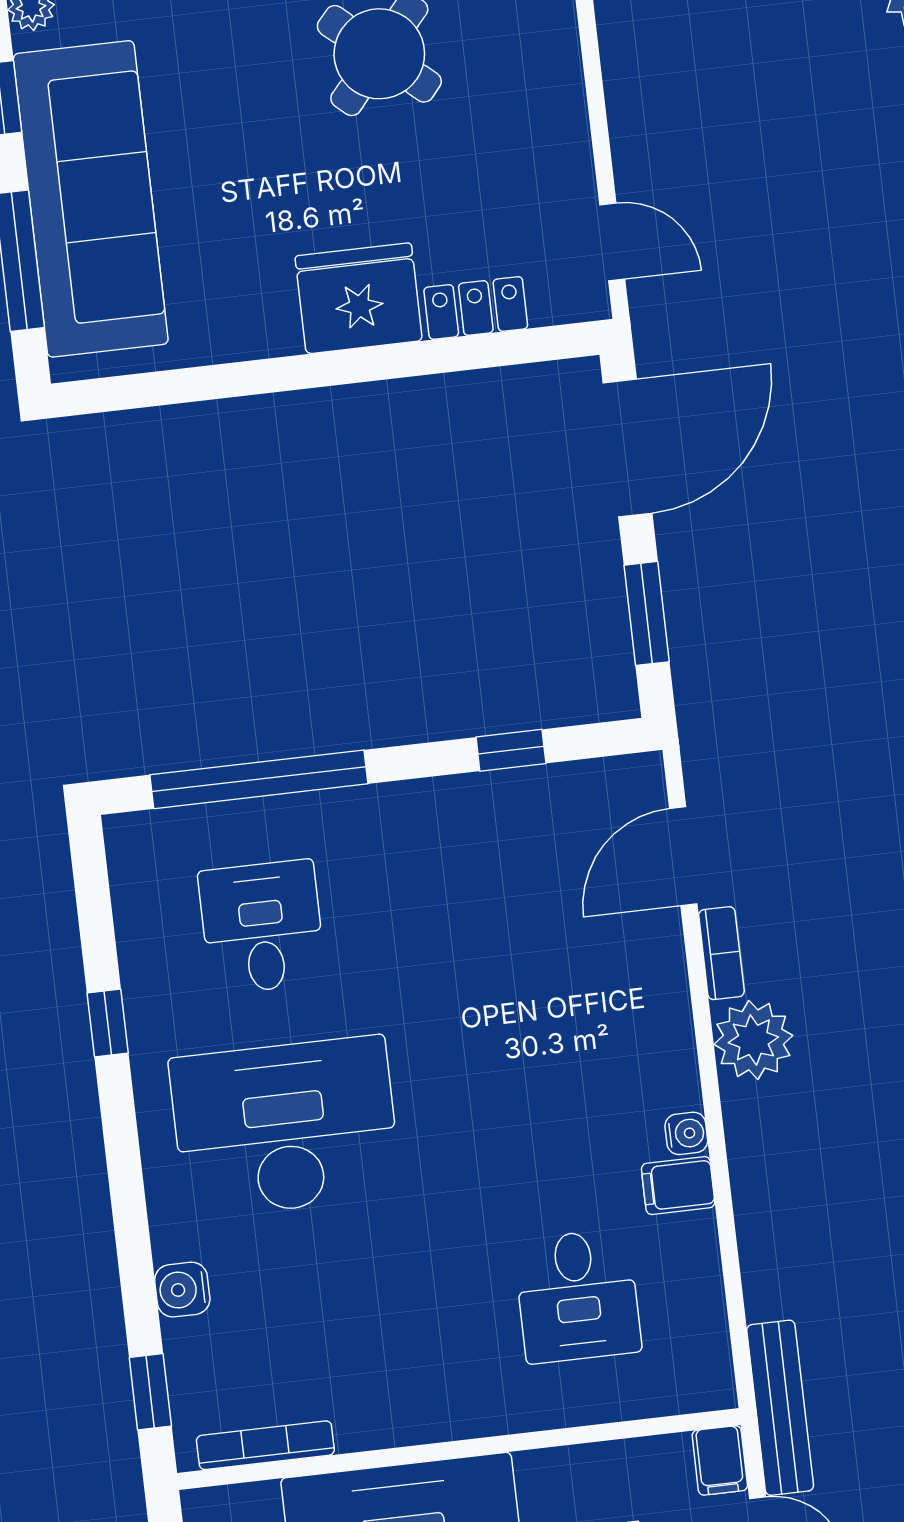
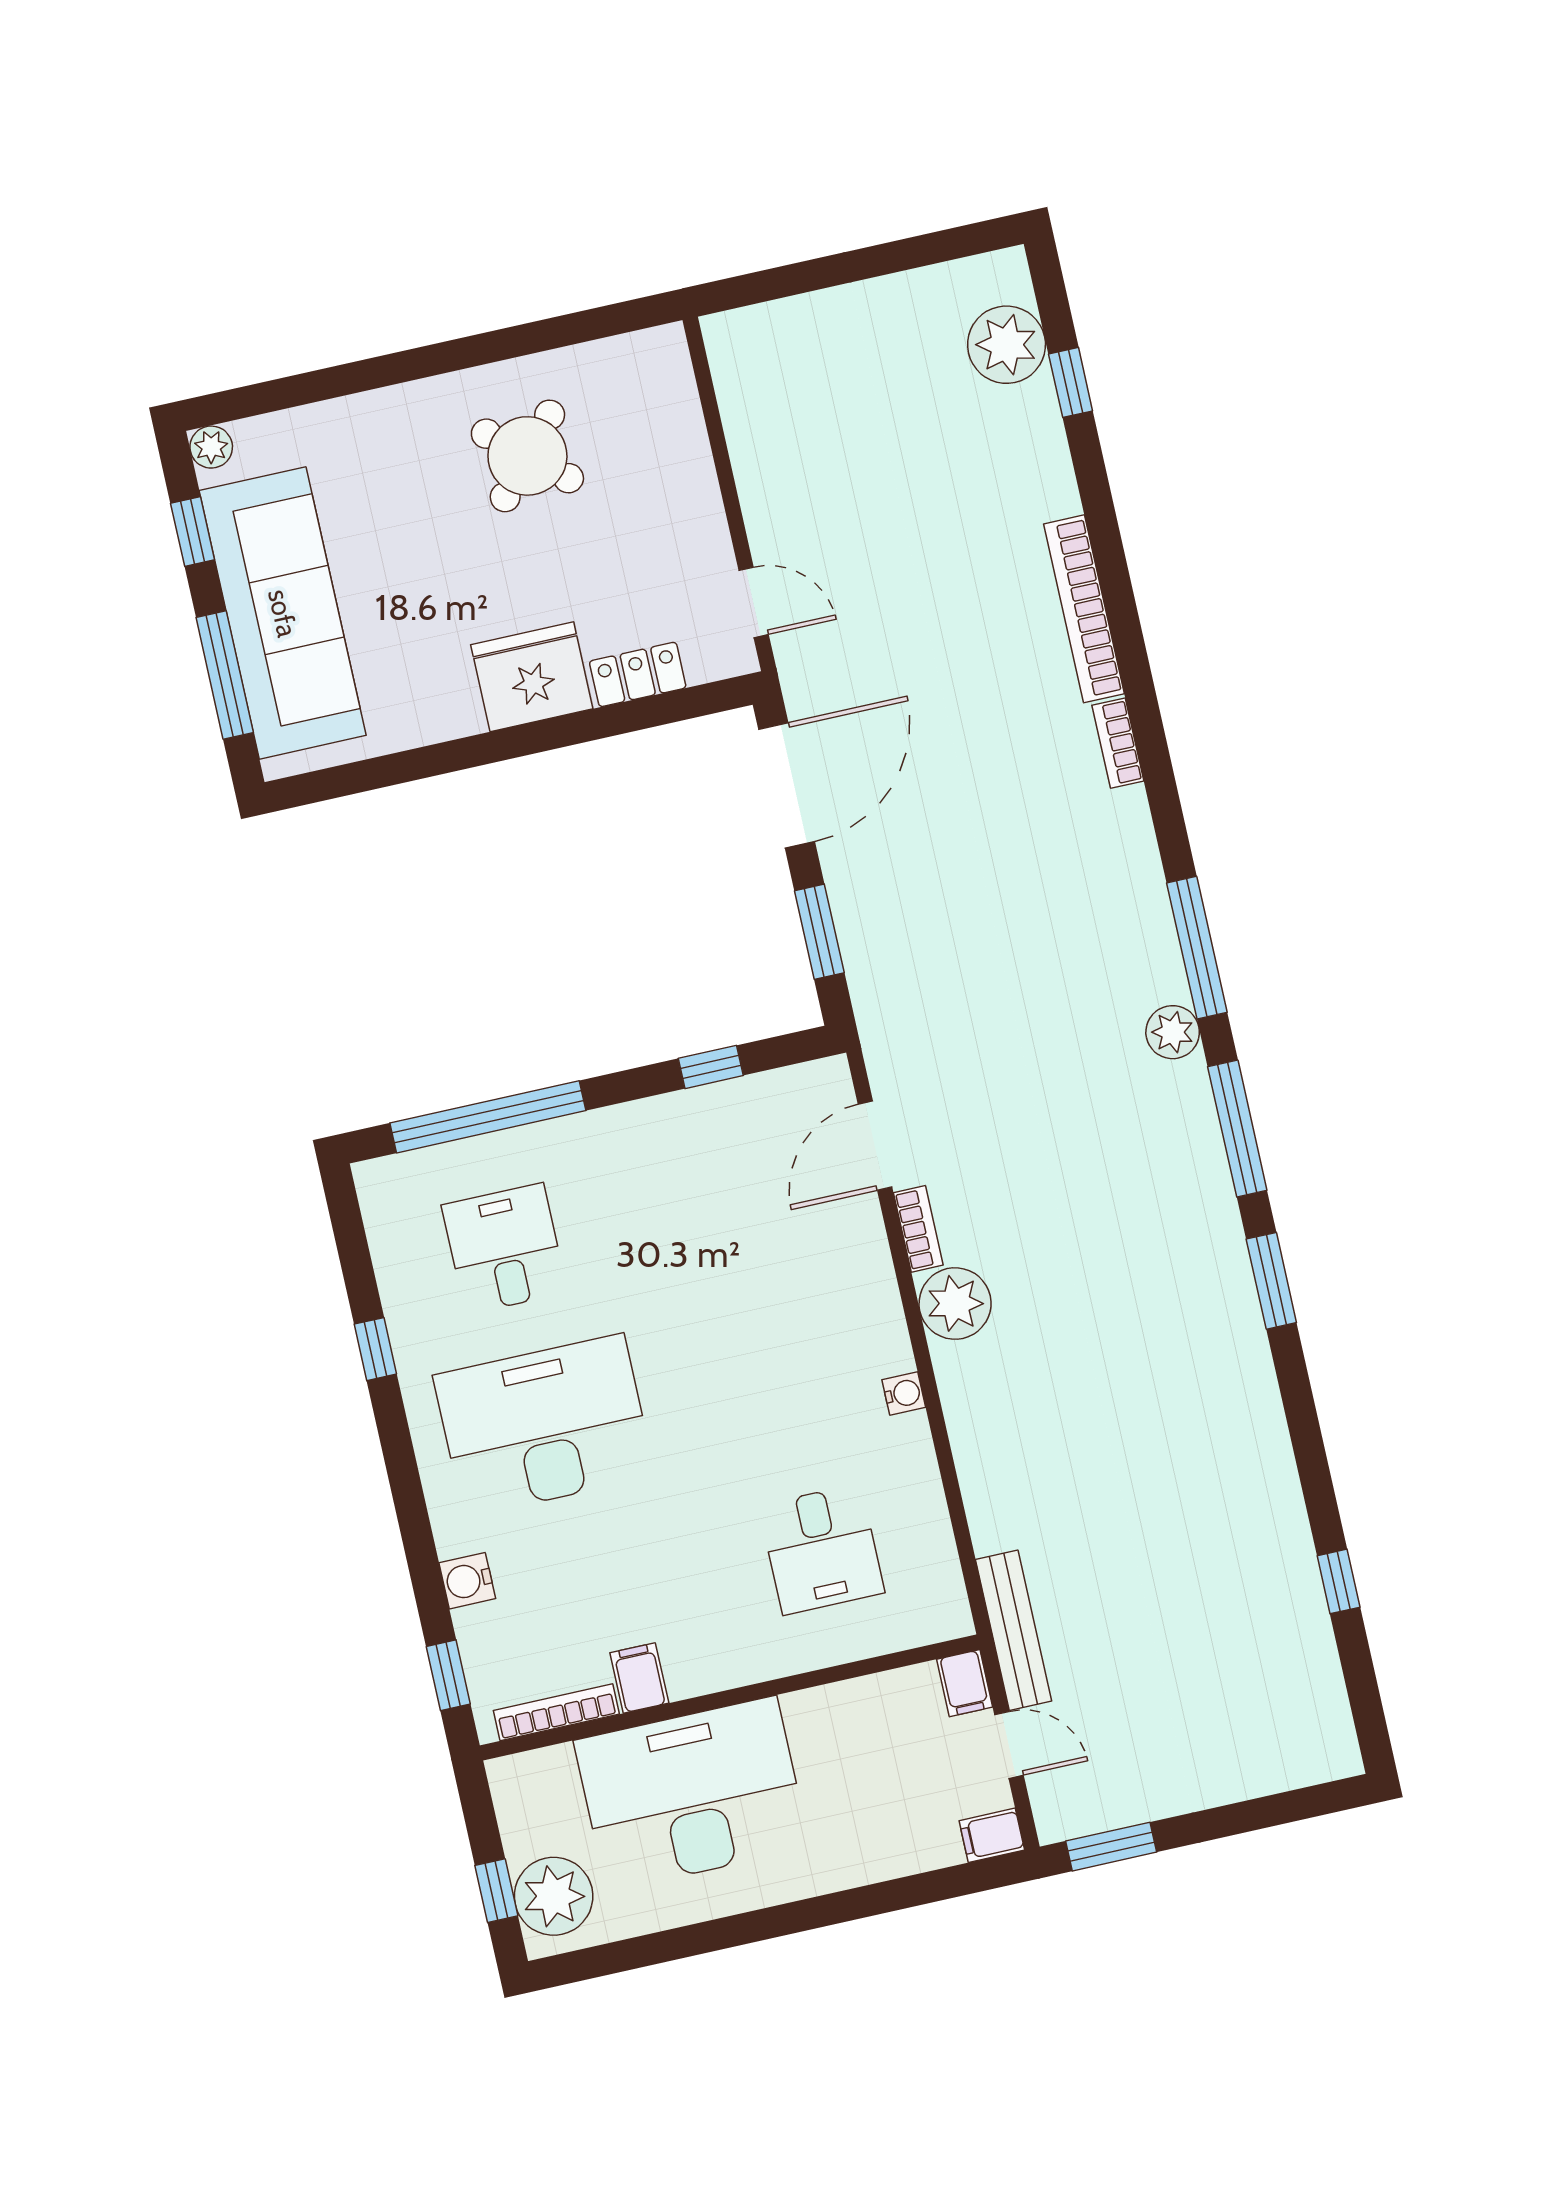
filing cabinet: (678, 1186) -> (639, 1678), moved, turned 90

